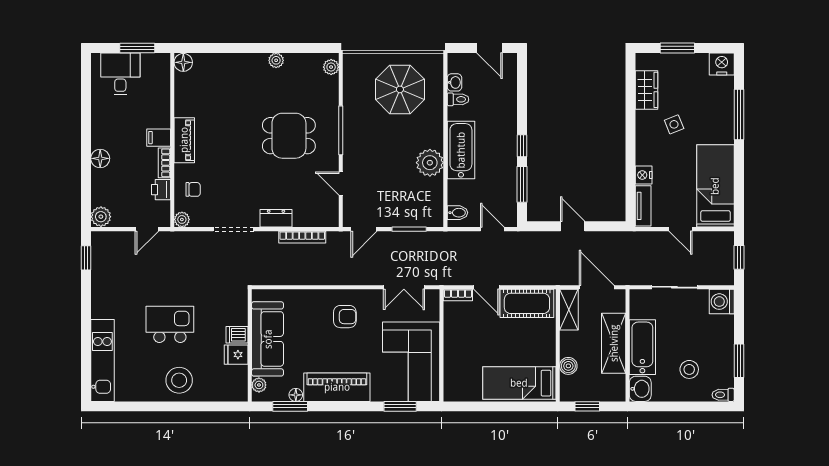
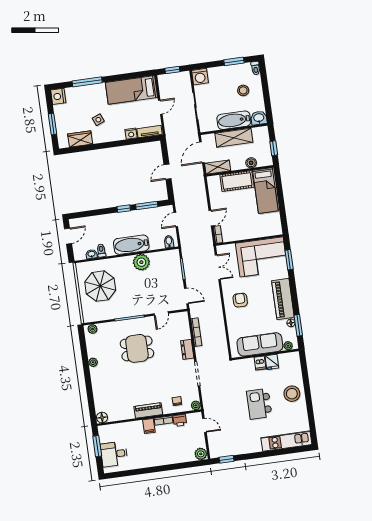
dining table: (289, 136) -> (137, 348), turned 90
floor lamp: (100, 158) -> (166, 459), removed
cot: (527, 303) -> (237, 181), moved, turned 90

